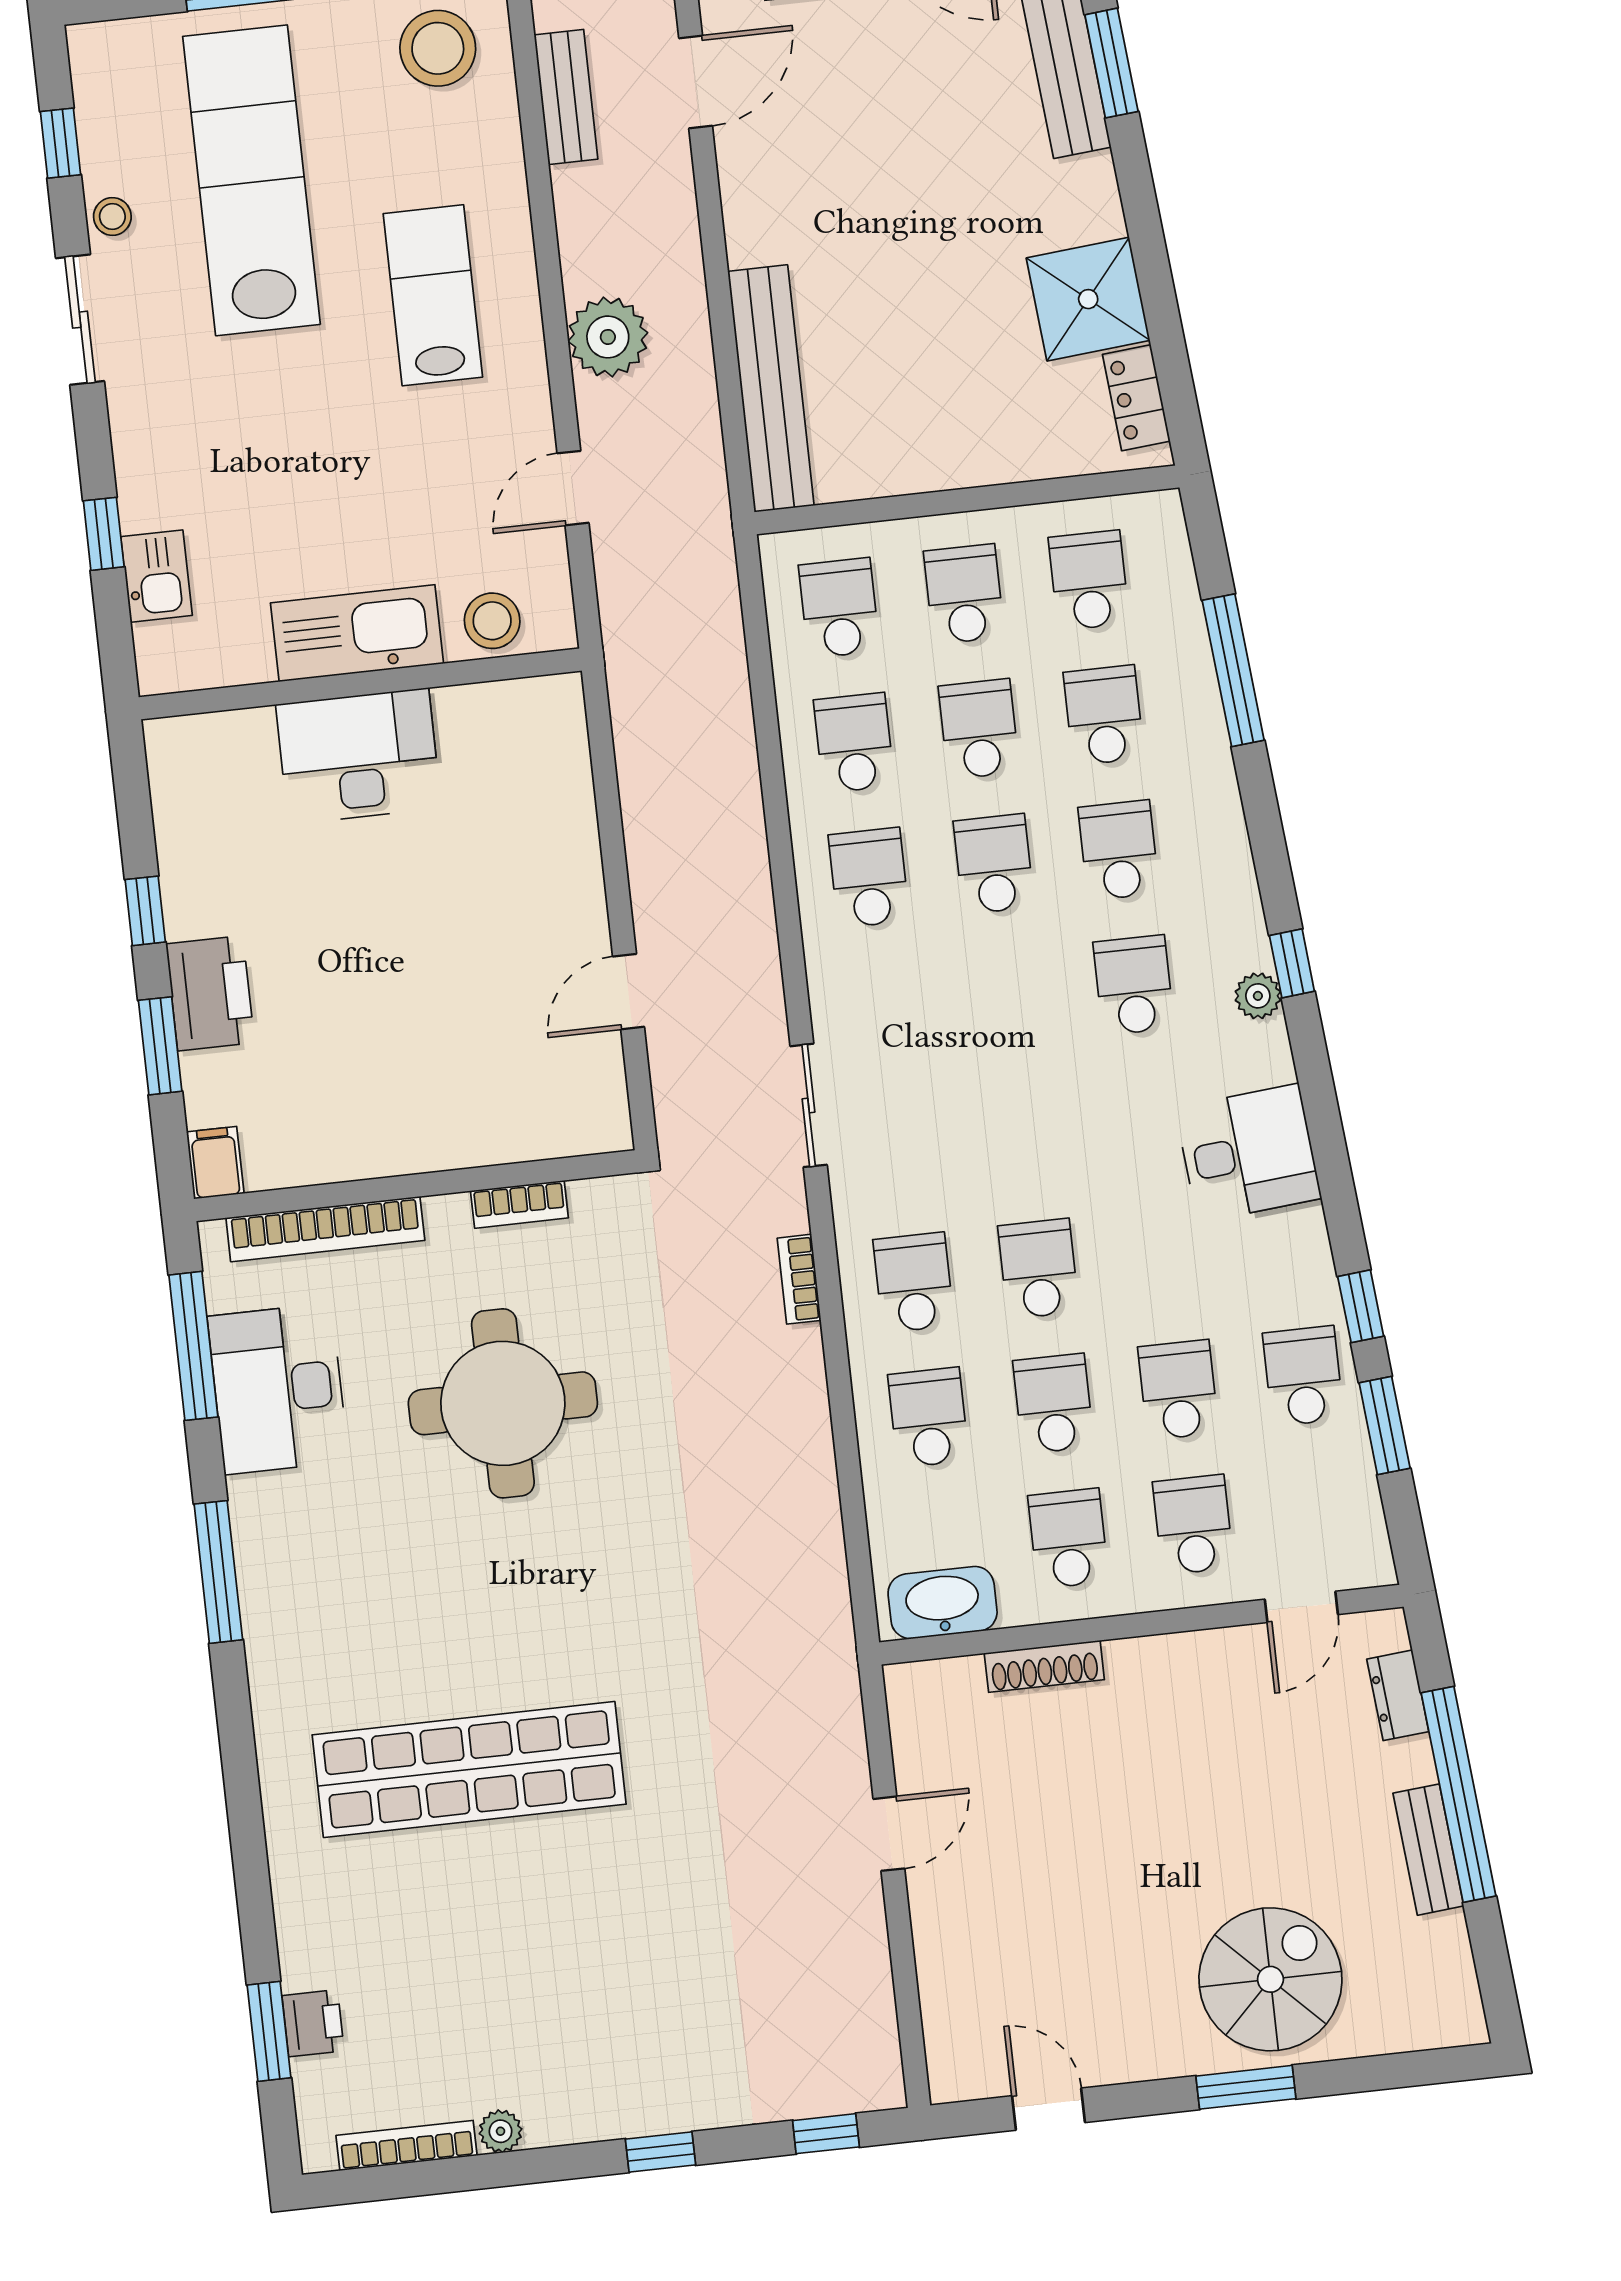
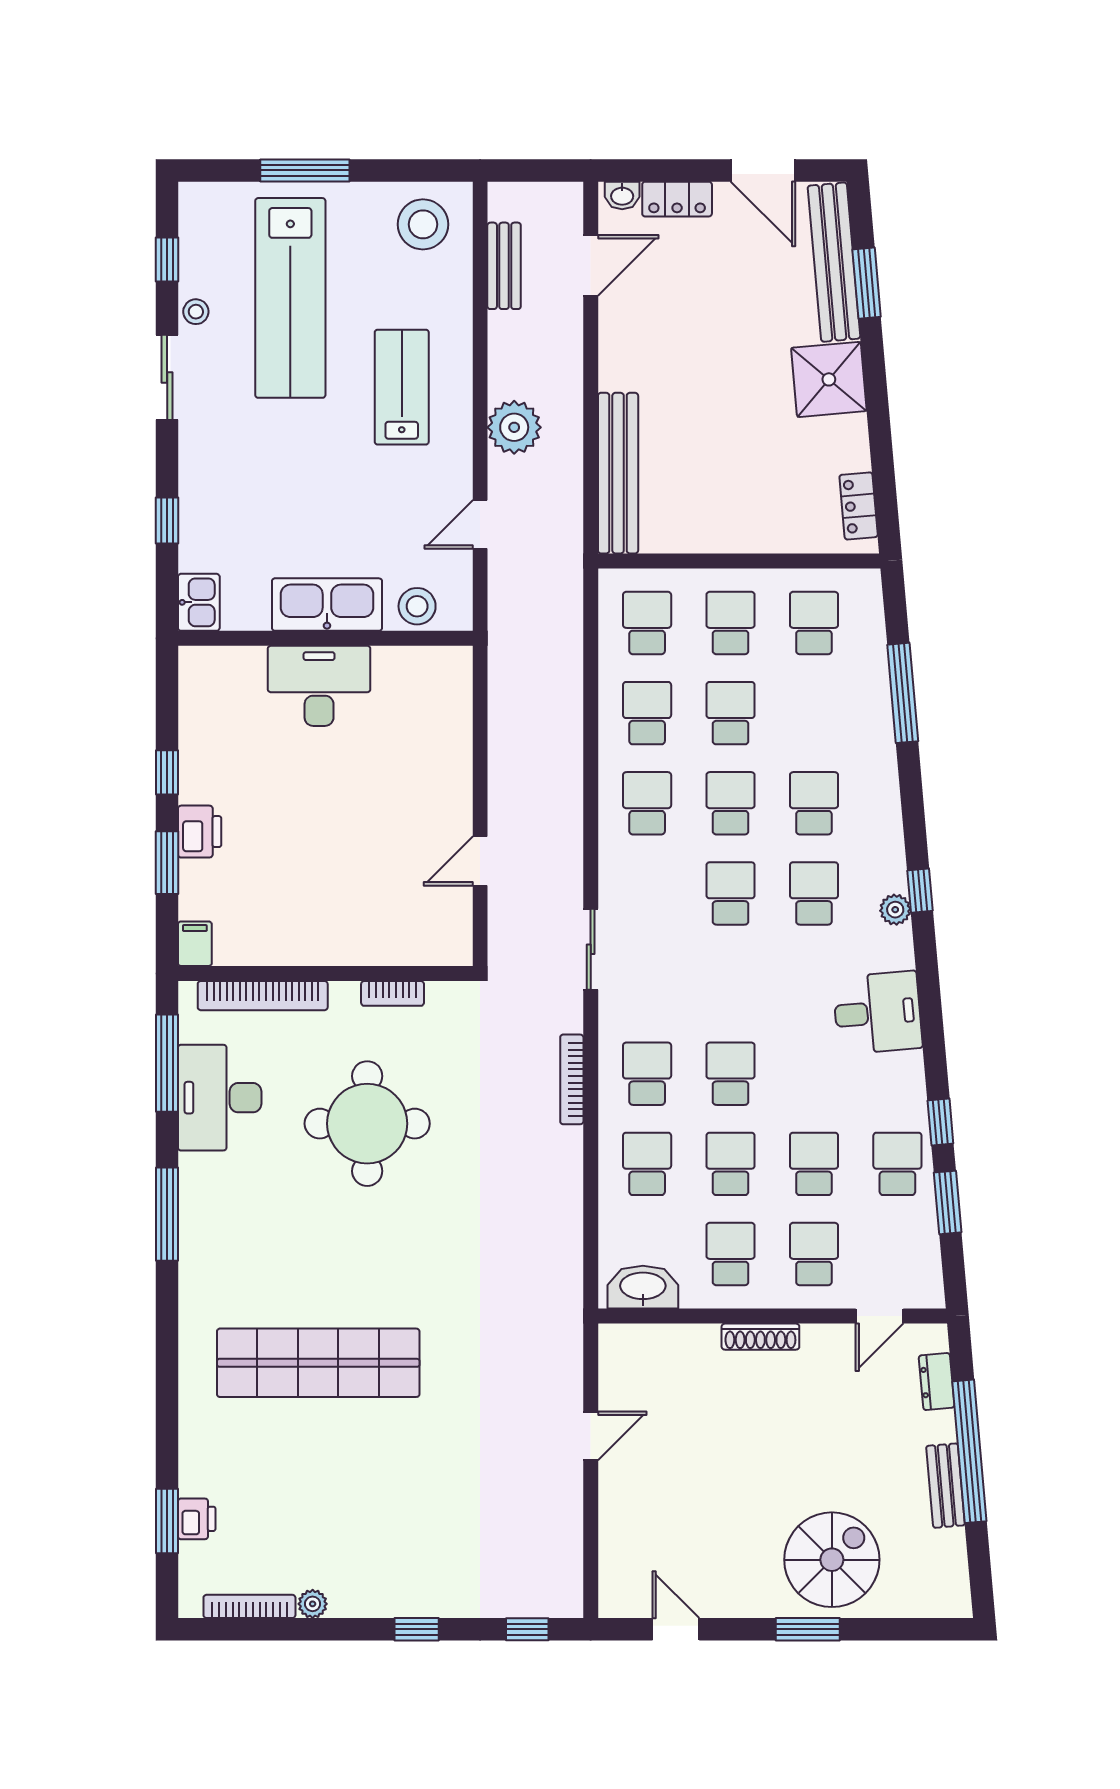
lab bench: (251, 180) -> (290, 298), turned 180
shower: (1088, 299) -> (829, 379), moved
kitchen sink: (157, 576) -> (199, 602), moved
school desk: (1104, 715) -> (731, 893), moved
printer: (210, 993) -> (200, 832), width x0.73, depth x0.84
bookcase: (799, 1279) -> (572, 1079), width x1.56
shoe rack: (1044, 1666) -> (760, 1337), moved

